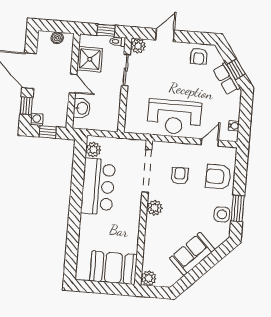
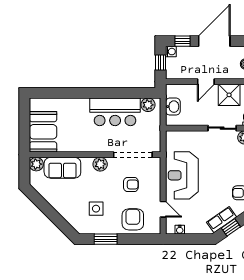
washbasin: (82, 108) -> (173, 107), moved, turned -90
side table: (222, 214) -> (96, 209), moved
sofa: (192, 254) -> (62, 168), moved, turned 135

